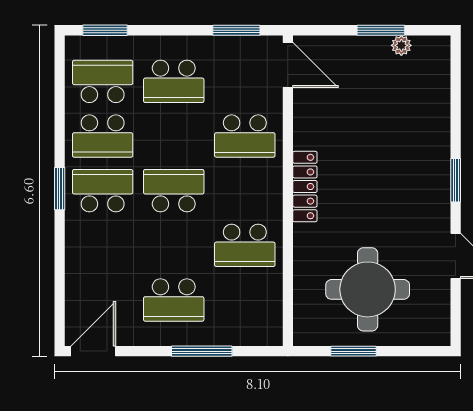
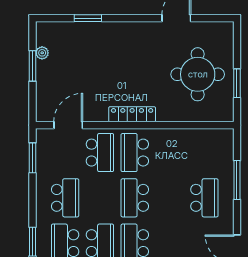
door: (288, 65) -> (68, 125), moved
window: (456, 180) -> (88, 18), moved
school desk: (245, 245) -> (135, 153), moved, turned 180

